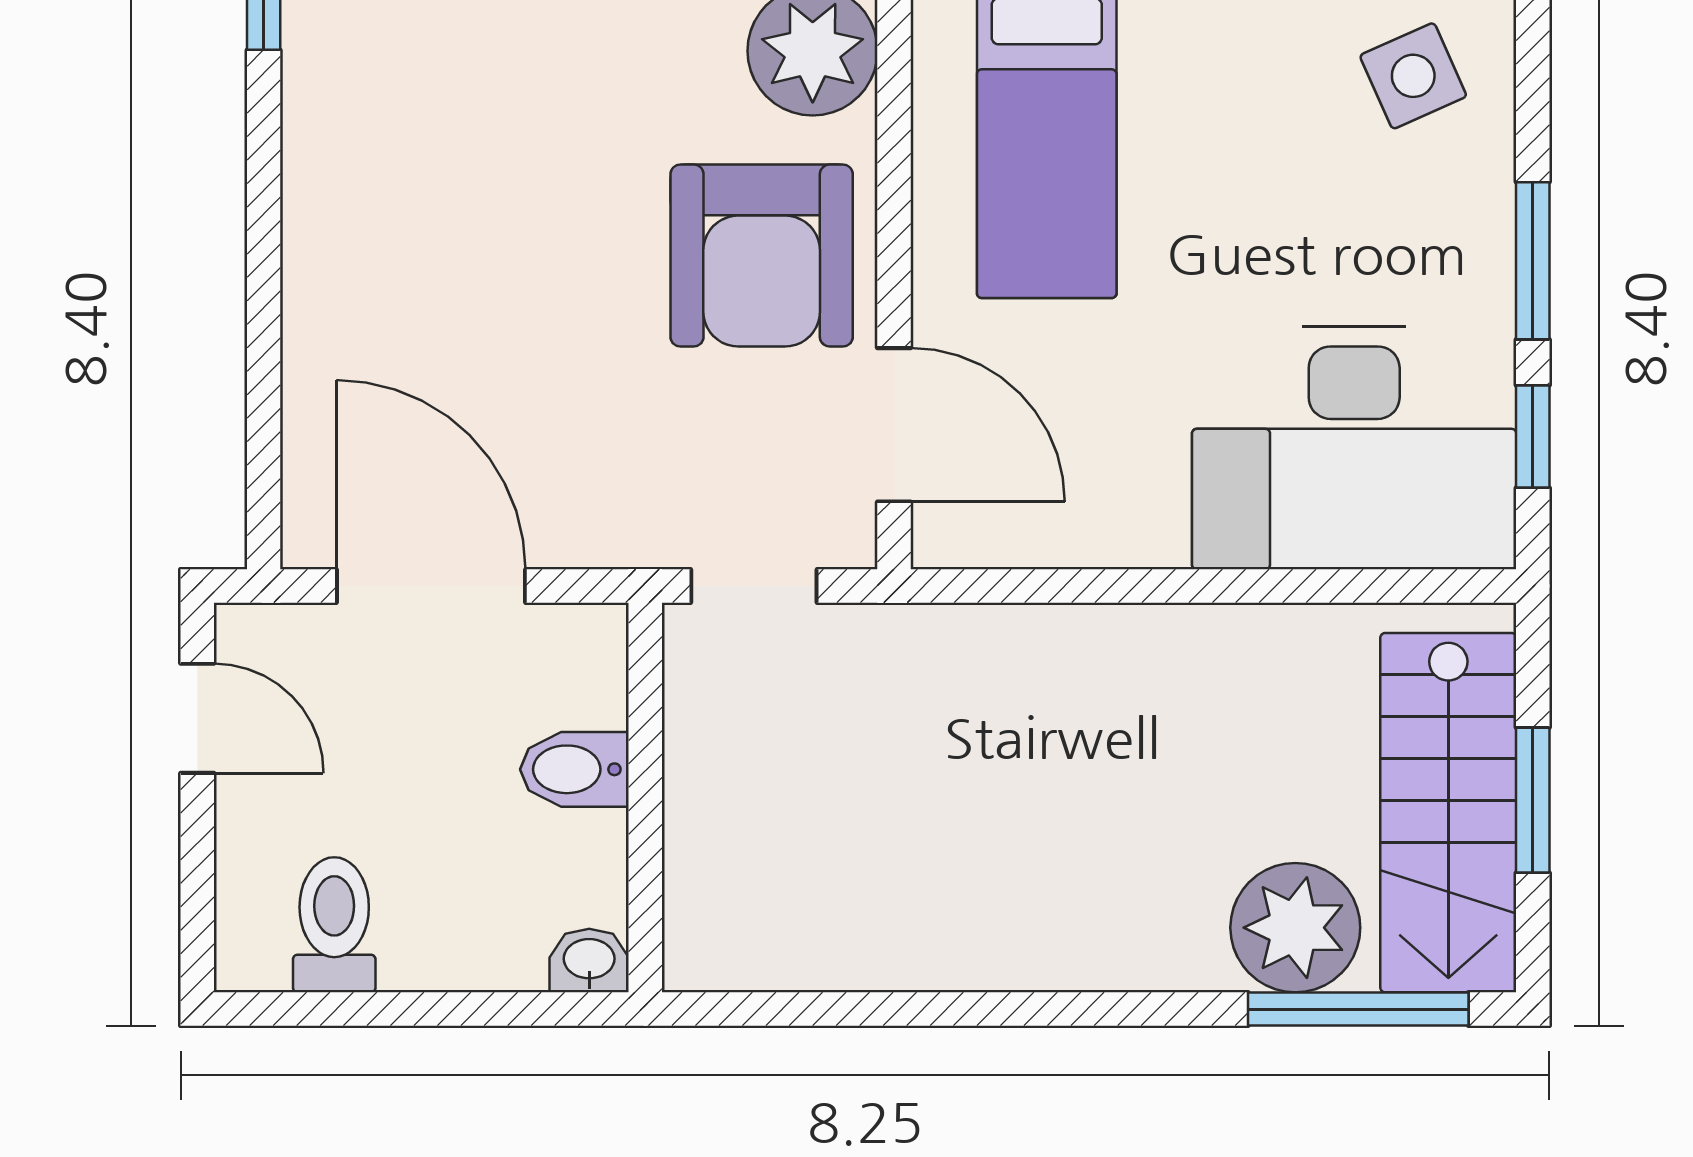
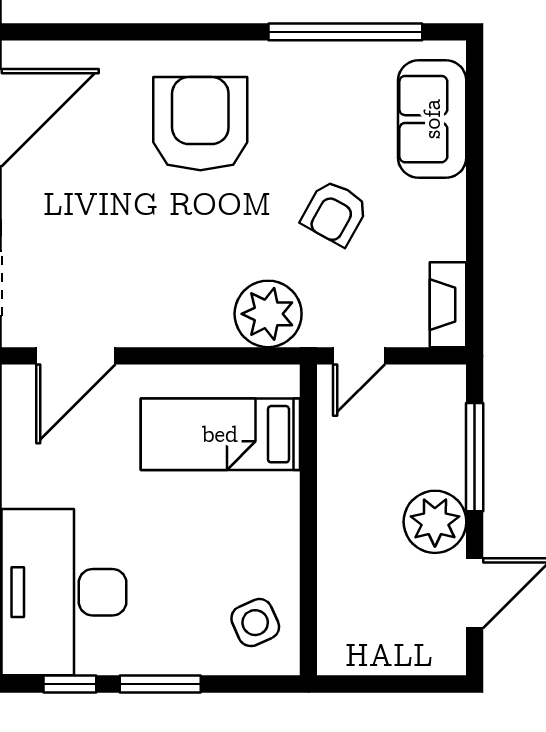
armchair: (762, 256) -> (200, 124), moved, turned 90

